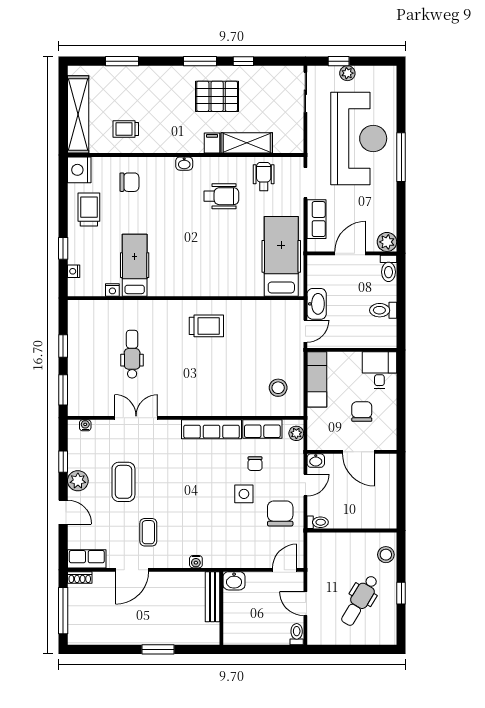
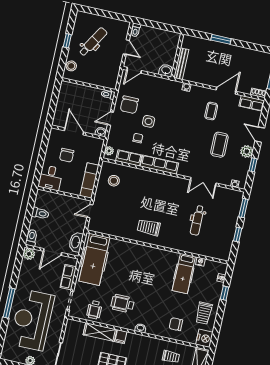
washbasin: (317, 304) -> (76, 242), moved

